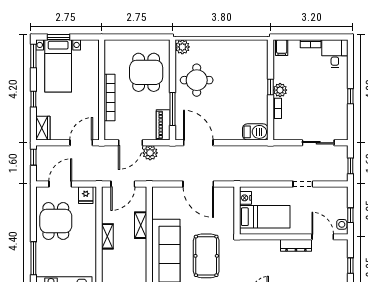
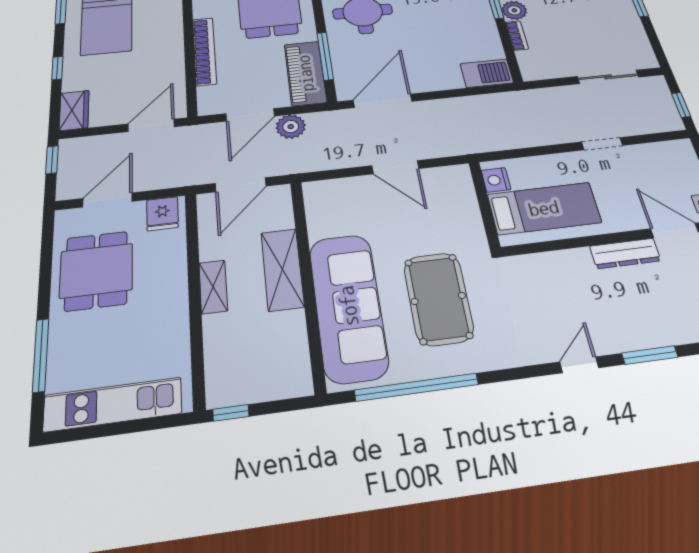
piano: (163, 125) -> (305, 73), width x1.37, depth x1.33
door: (198, 143) -> (383, 101), hinge flipped
door: (198, 184) -> (395, 167), width x0.73
shelving: (141, 225) -> (282, 269), width x1.50, depth x1.33

